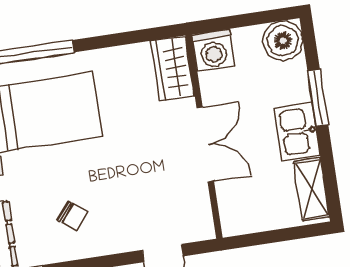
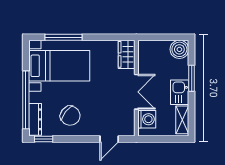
washing machine: (213, 50) -> (147, 119), moved, turned -90
chair: (73, 216) -> (70, 116), width x1.87, depth x1.87

